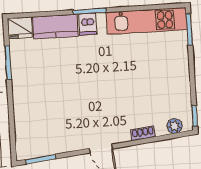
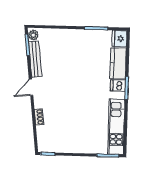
plant: (175, 126) -> (33, 35), moved
bench: (60, 146) -> (35, 59), added

